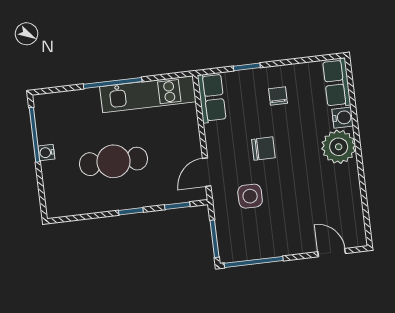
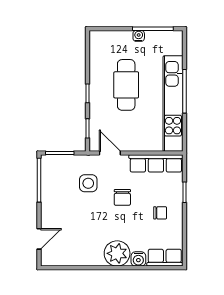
kitchen unit: (148, 94) -> (173, 104), width x1.36
row of seats: (212, 98) -> (156, 163), width x1.48

